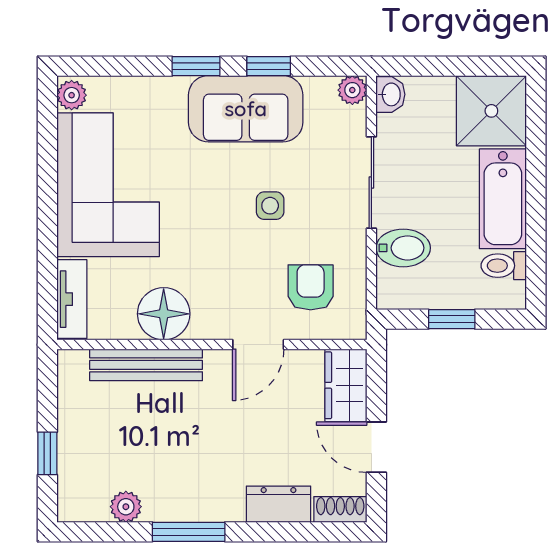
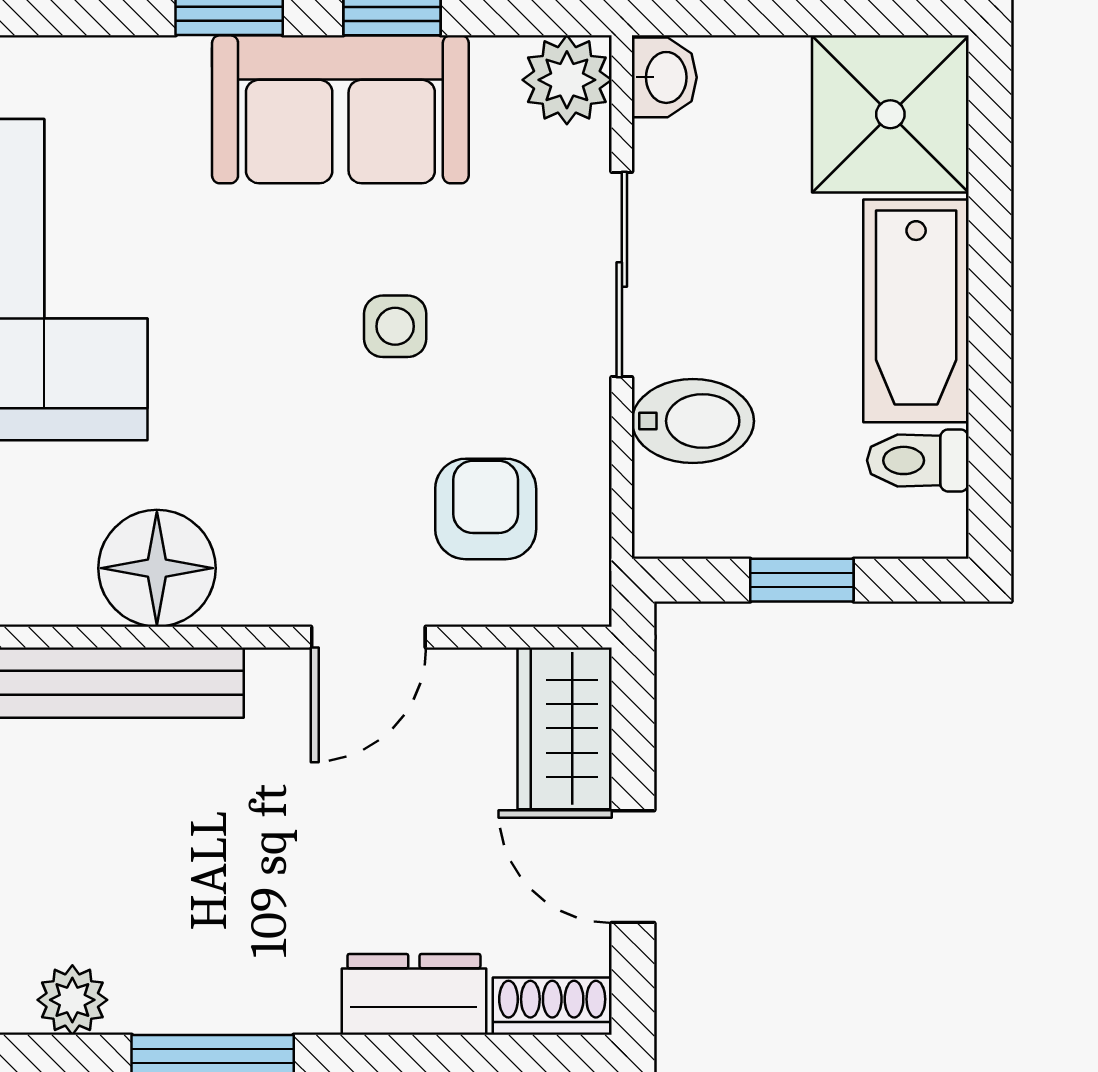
plant: (352, 90) -> (567, 80), width x1.38, depth x1.38

